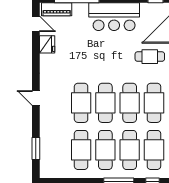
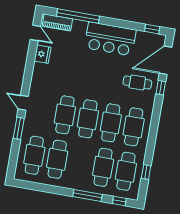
window: (36, 148) -> (19, 128), moved
cafe table: (105, 150) -> (34, 155), moved

